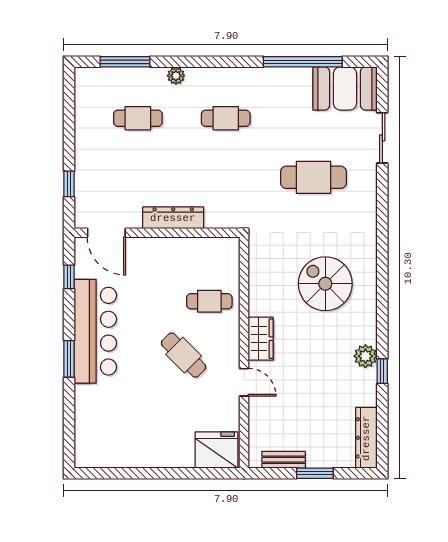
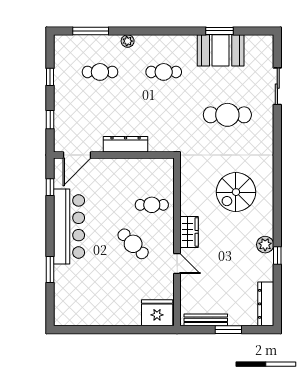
window: (303, 62) -> (220, 31), width x0.47
booth: (345, 88) -> (221, 50), moved
window: (69, 125) -> (50, 77), added
door: (106, 233) -> (77, 155), hinge flipped
spiral stairs: (325, 284) -> (236, 192), turned -90
window: (69, 359) -> (50, 269), moved
bench: (284, 460) -> (206, 320), width x1.36

